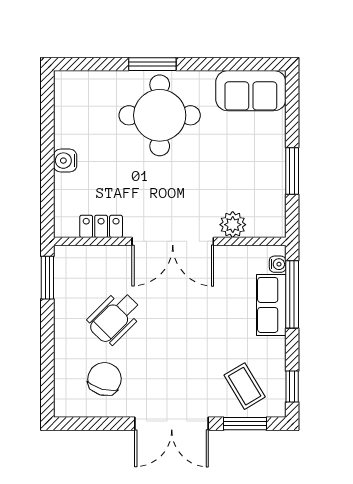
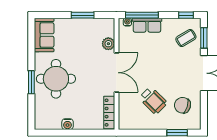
water cooler: (65, 161) -> (68, 124), moved
locker: (101, 226) -> (109, 113), width x1.53
window: (47, 278) -> (177, 133), moved

